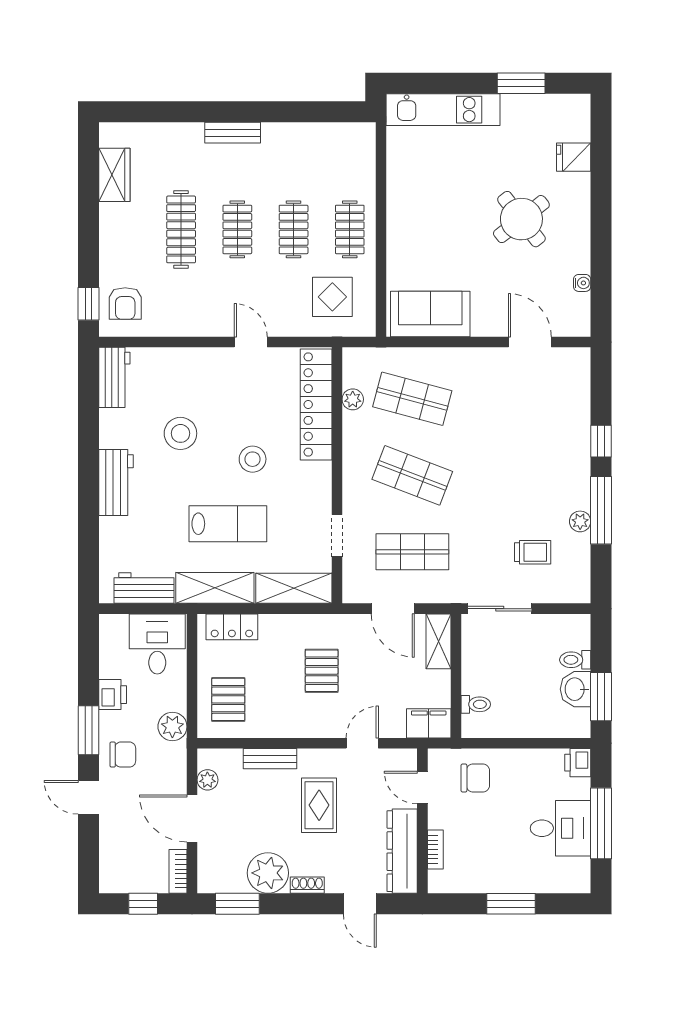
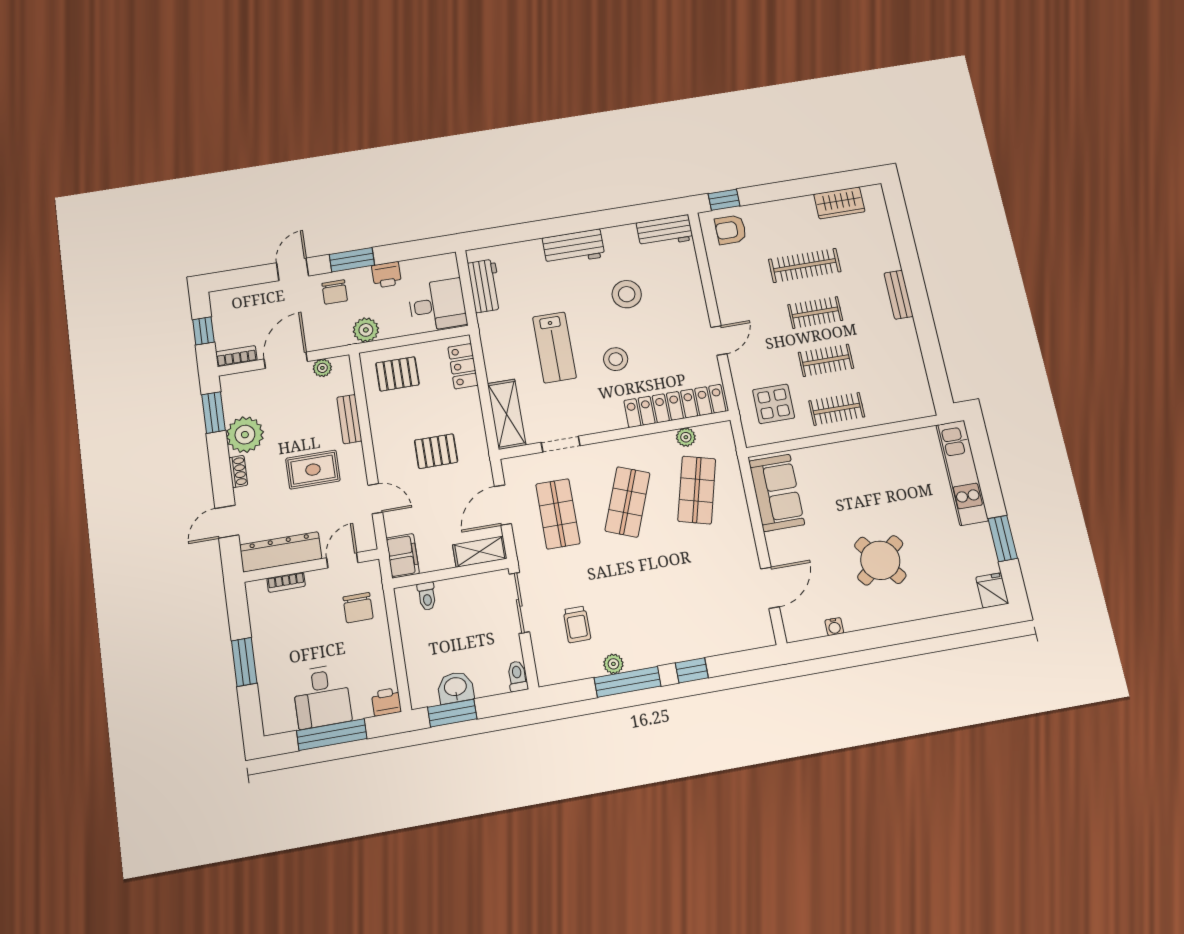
fridge: (574, 157) -> (992, 590), moved
shelving: (215, 588) -> (495, 346), removed
toilet: (575, 660) -> (517, 676), moved

